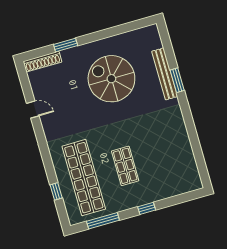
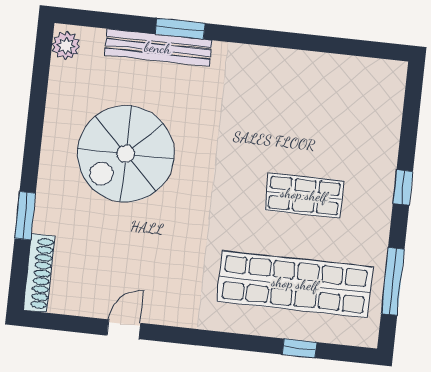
plant: (149, 32) -> (66, 46), added

